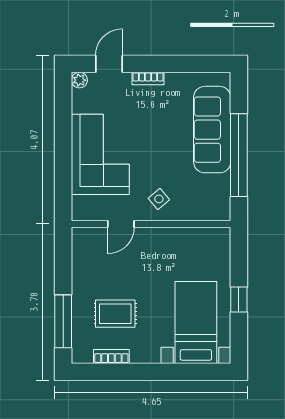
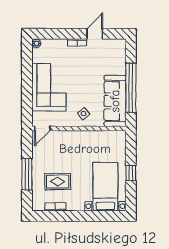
door: (109, 64) -> (95, 34), moved
sofa: (212, 130) -> (115, 101), moved
door: (121, 224) -> (42, 128), moved
window: (63, 321) -> (27, 174), moved

